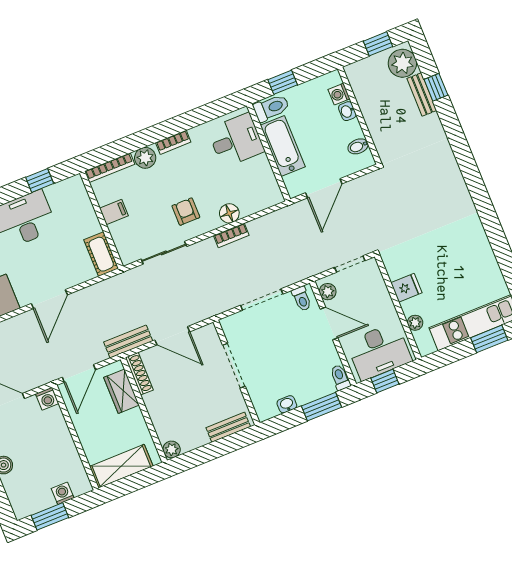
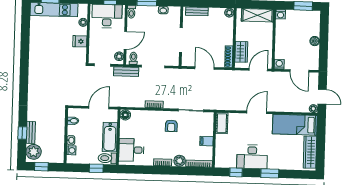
floor lamp: (229, 213) -> (125, 115), moved
door: (329, 323) -> (125, 40), swing flipped
bench: (128, 342) -> (126, 72), moved
washing machine: (63, 493) -> (281, 14), moved

